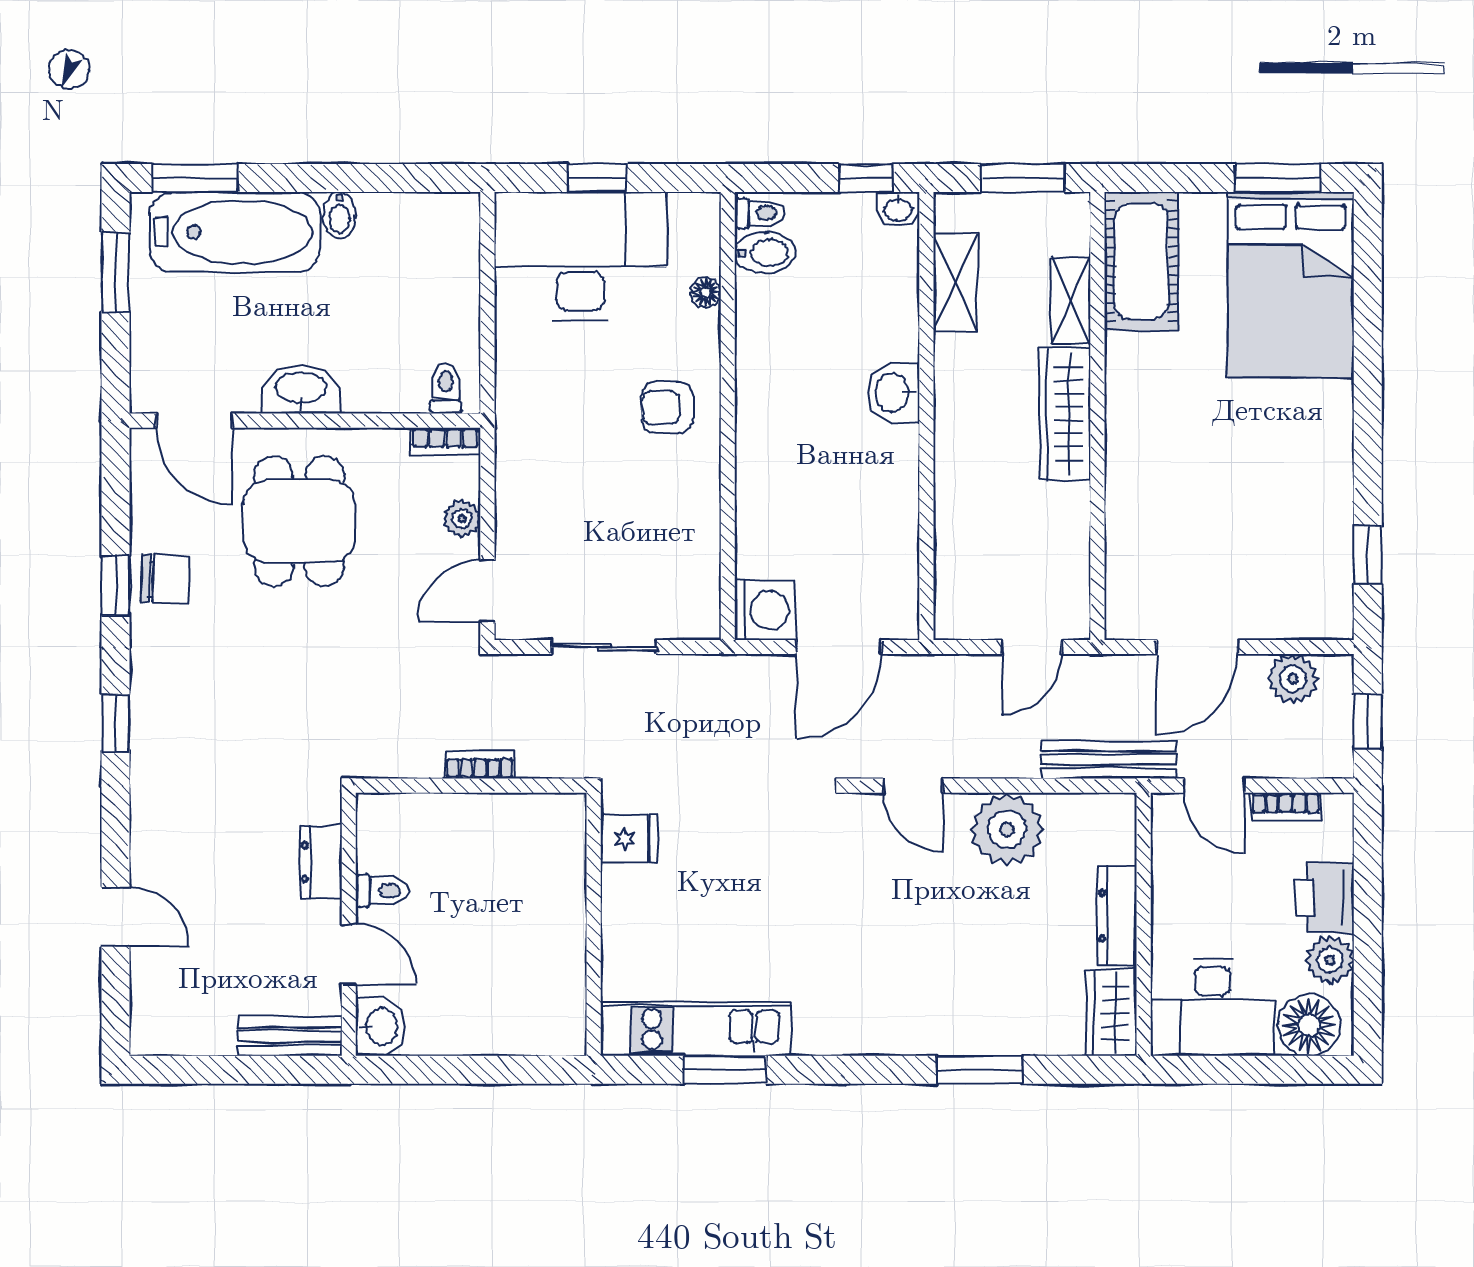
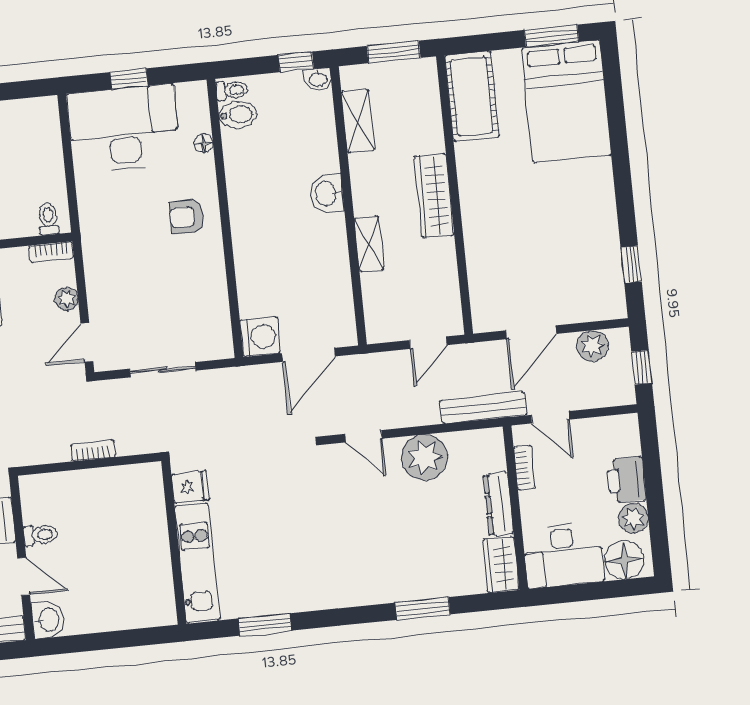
shelving: (1071, 300) -> (369, 244), moved
bookcase: (1286, 807) -> (524, 468), moved, turned -90
kitchen unit: (695, 1029) -> (197, 563), moved, turned 90

